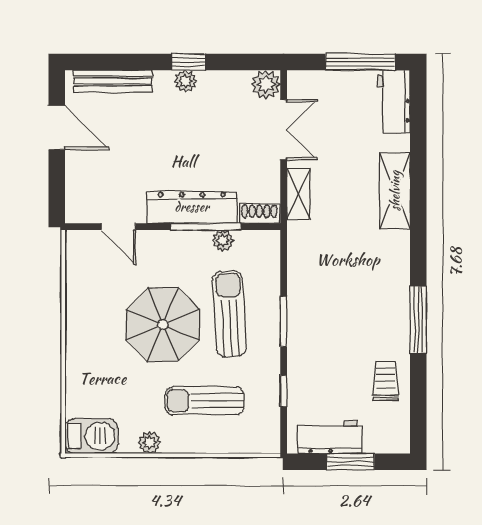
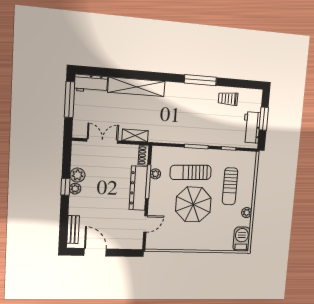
bench: (113, 81) -> (73, 230), width x0.73
plant: (266, 84) -> (77, 175), moved
door: (57, 128) -> (95, 252), hinge flipped
shelving: (395, 191) -> (137, 87), width x1.47

